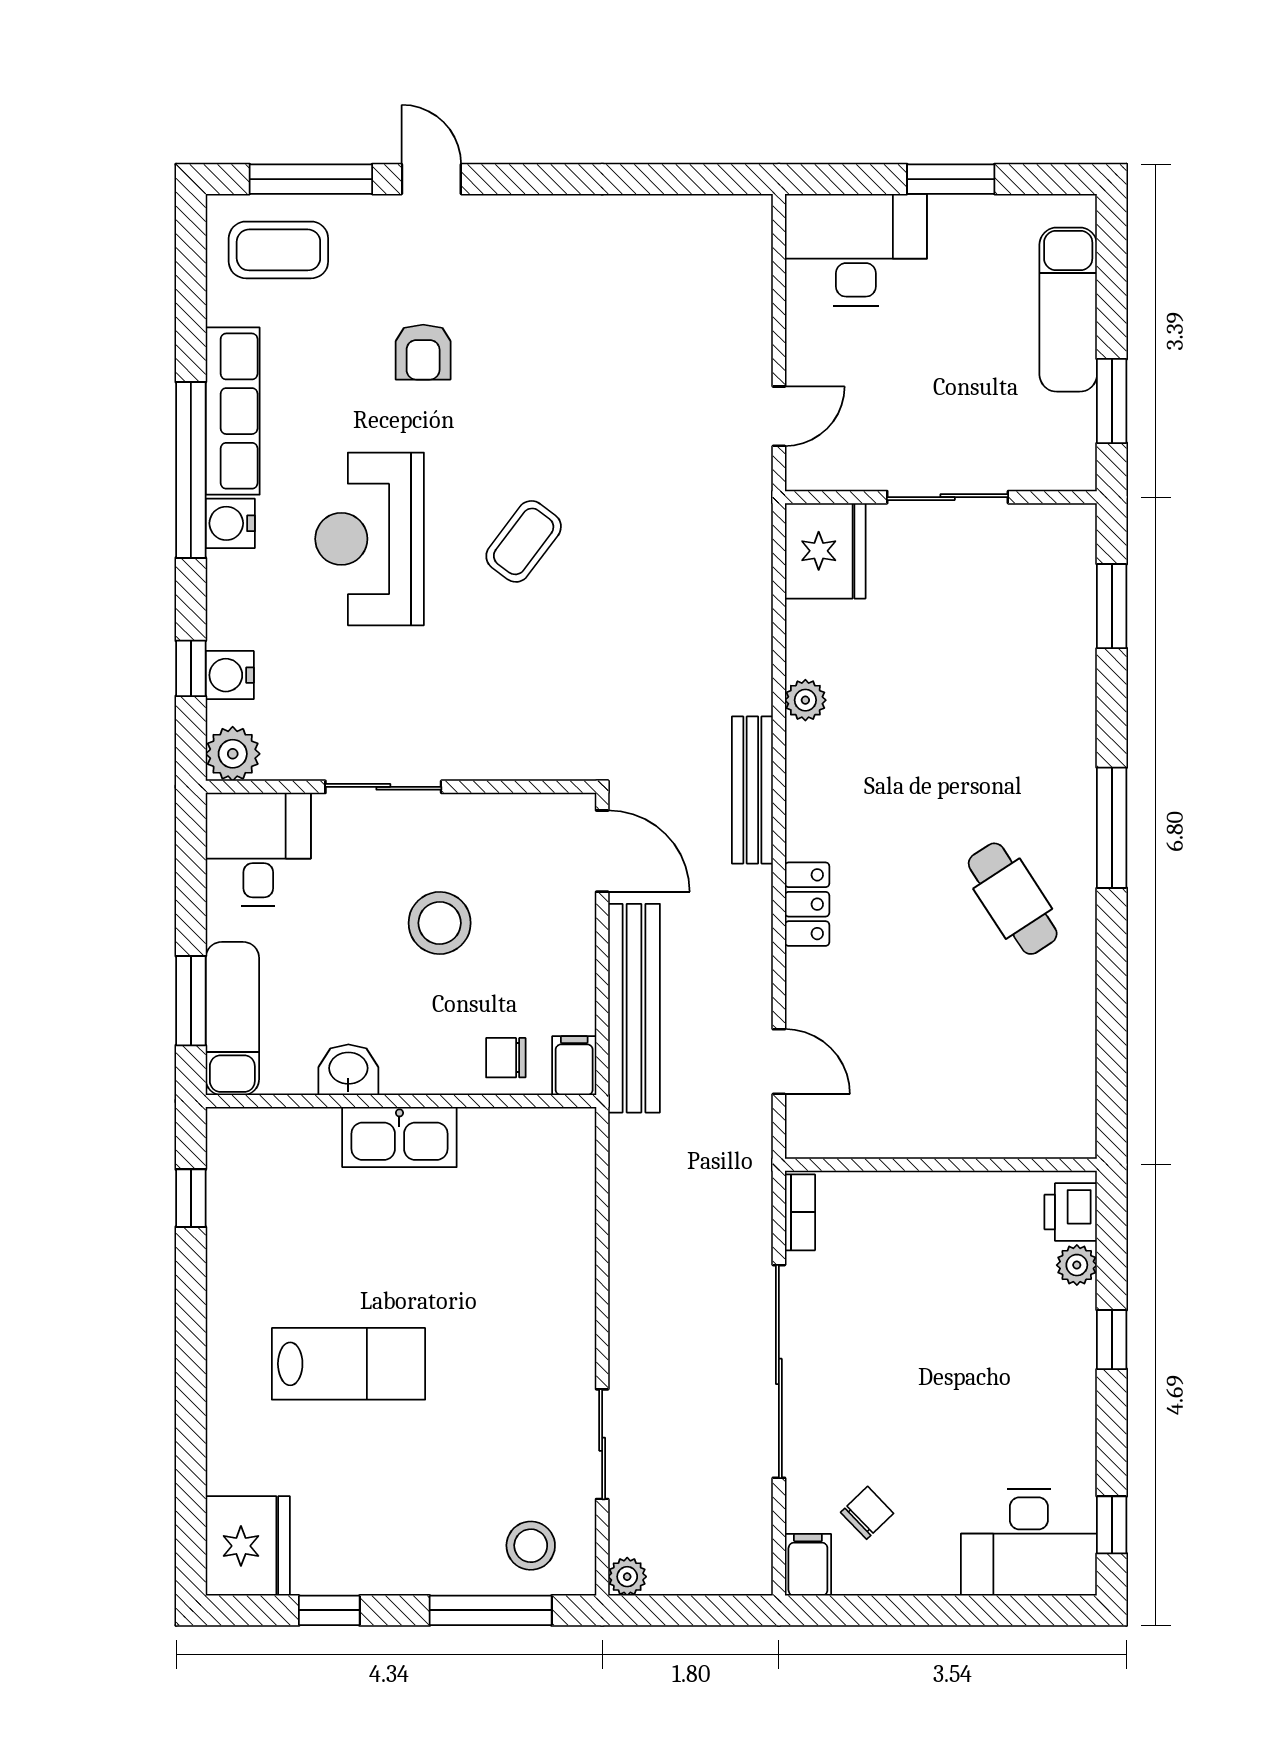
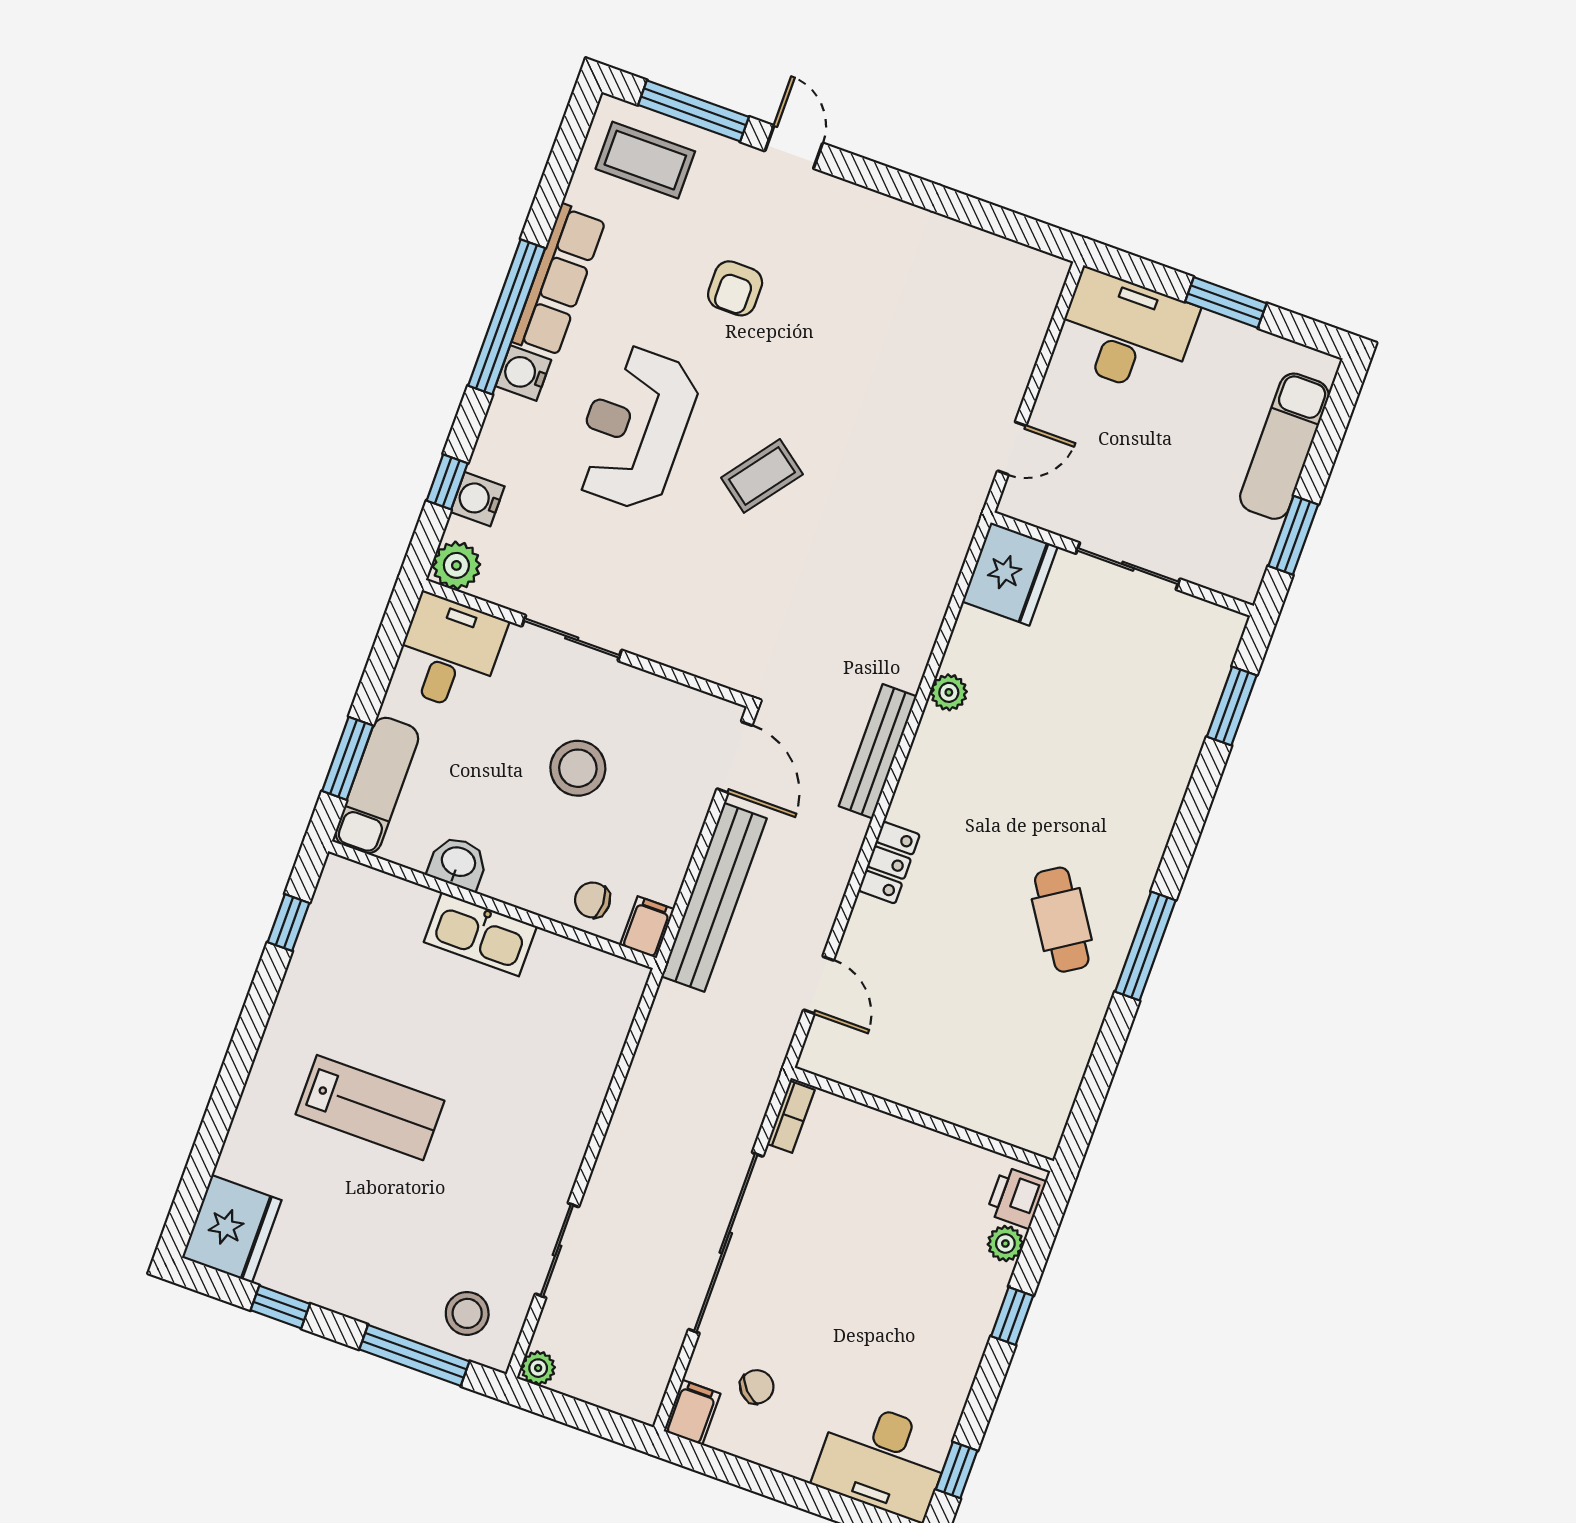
window: (1112, 828) -> (1145, 946), moved

